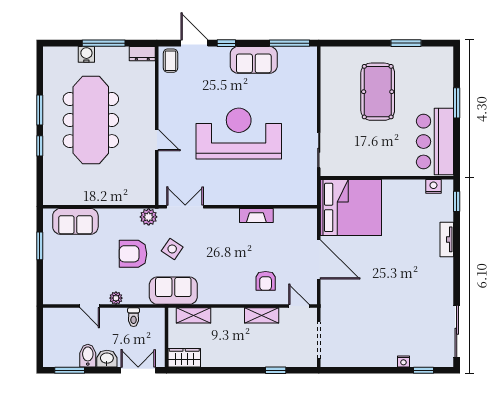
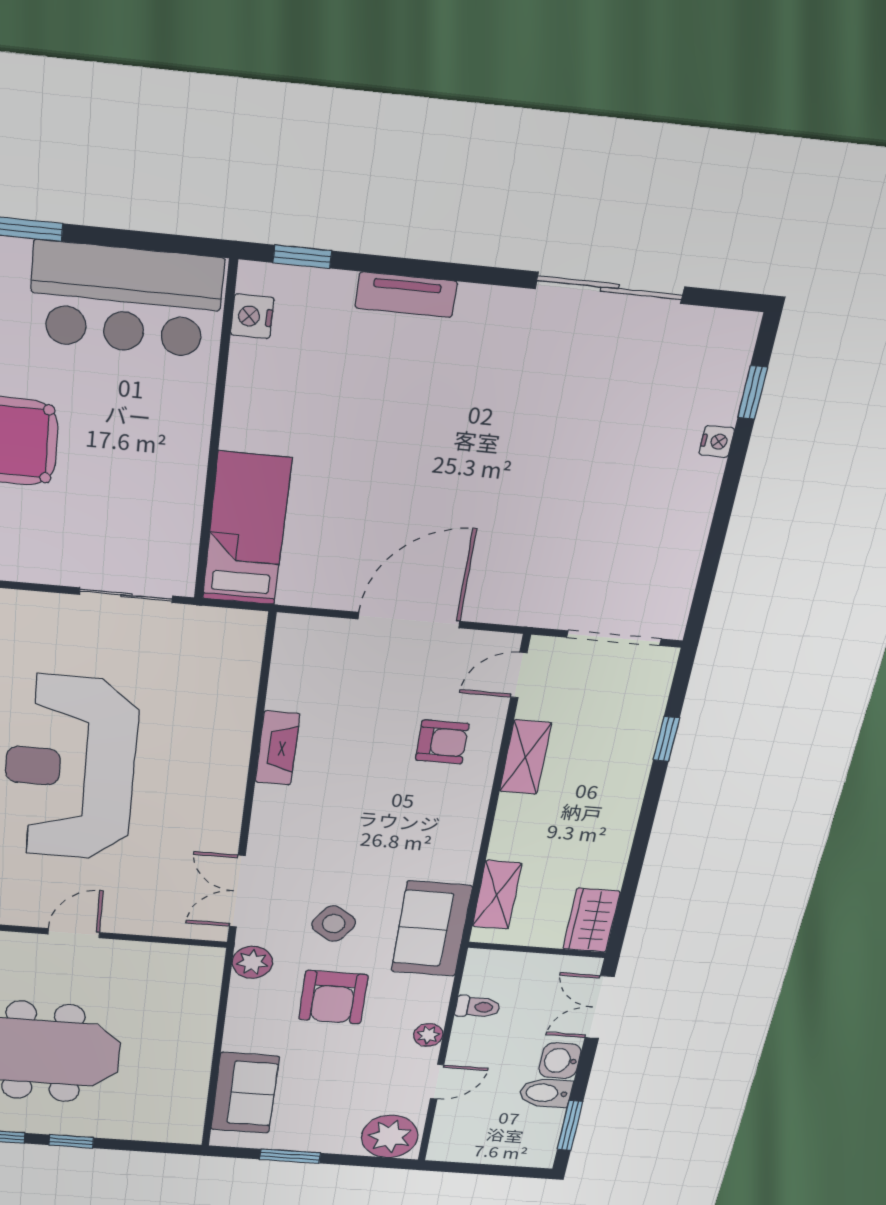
bed: (351, 207) -> (247, 529), width x0.49
plant: (56, 290) -> (390, 1136), added
sliding door: (457, 331) -> (610, 288), moved

